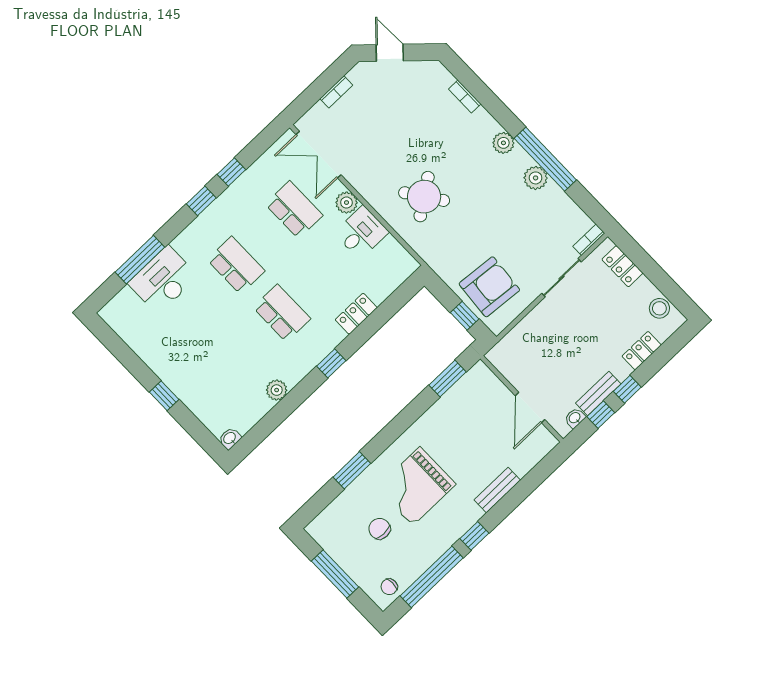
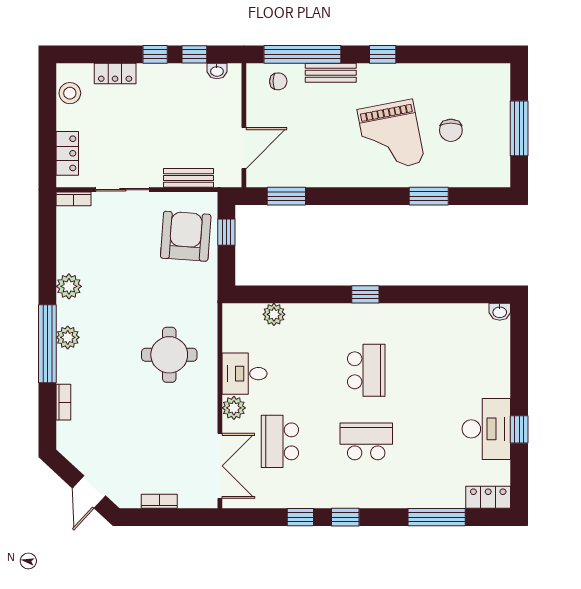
window: (545, 159) -> (47, 344), moved
round table: (424, 197) -> (169, 355), turned 35
school desk: (236, 265) -> (366, 441), turned 90
desk: (163, 280) -> (486, 429), moved, turned -90
armchair: (489, 287) -> (186, 236), turned 89
school desk: (282, 313) -> (366, 370), turned 180
locker: (356, 314) -> (488, 497), moved, turned 180
plant: (277, 390) -> (274, 314), moved
bench: (598, 393) -> (189, 178), moved
window: (164, 396) -> (519, 429), moved
door: (530, 408) -> (244, 148), moved
grand piano: (416, 486) -> (391, 136), turned 79
window: (432, 577) -> (302, 54), moved
chair: (389, 587) -> (278, 81), moved

